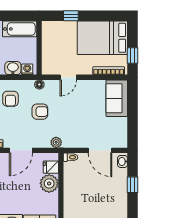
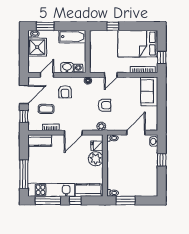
armchair: (40, 112) -> (104, 105), moved
door: (100, 150) -> (136, 133), swing flipped

